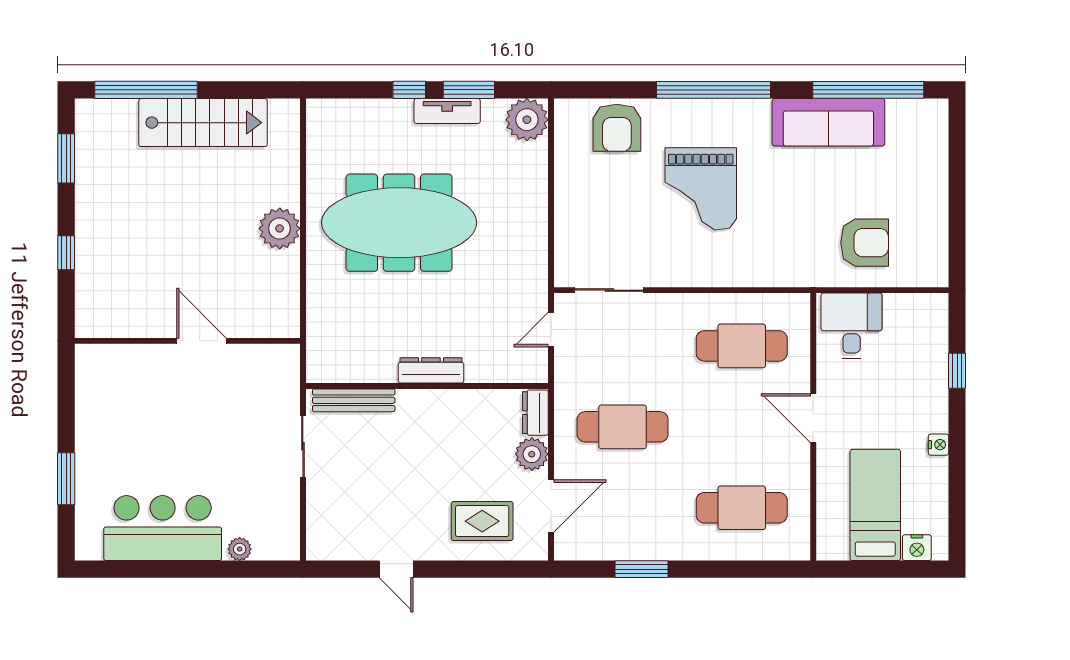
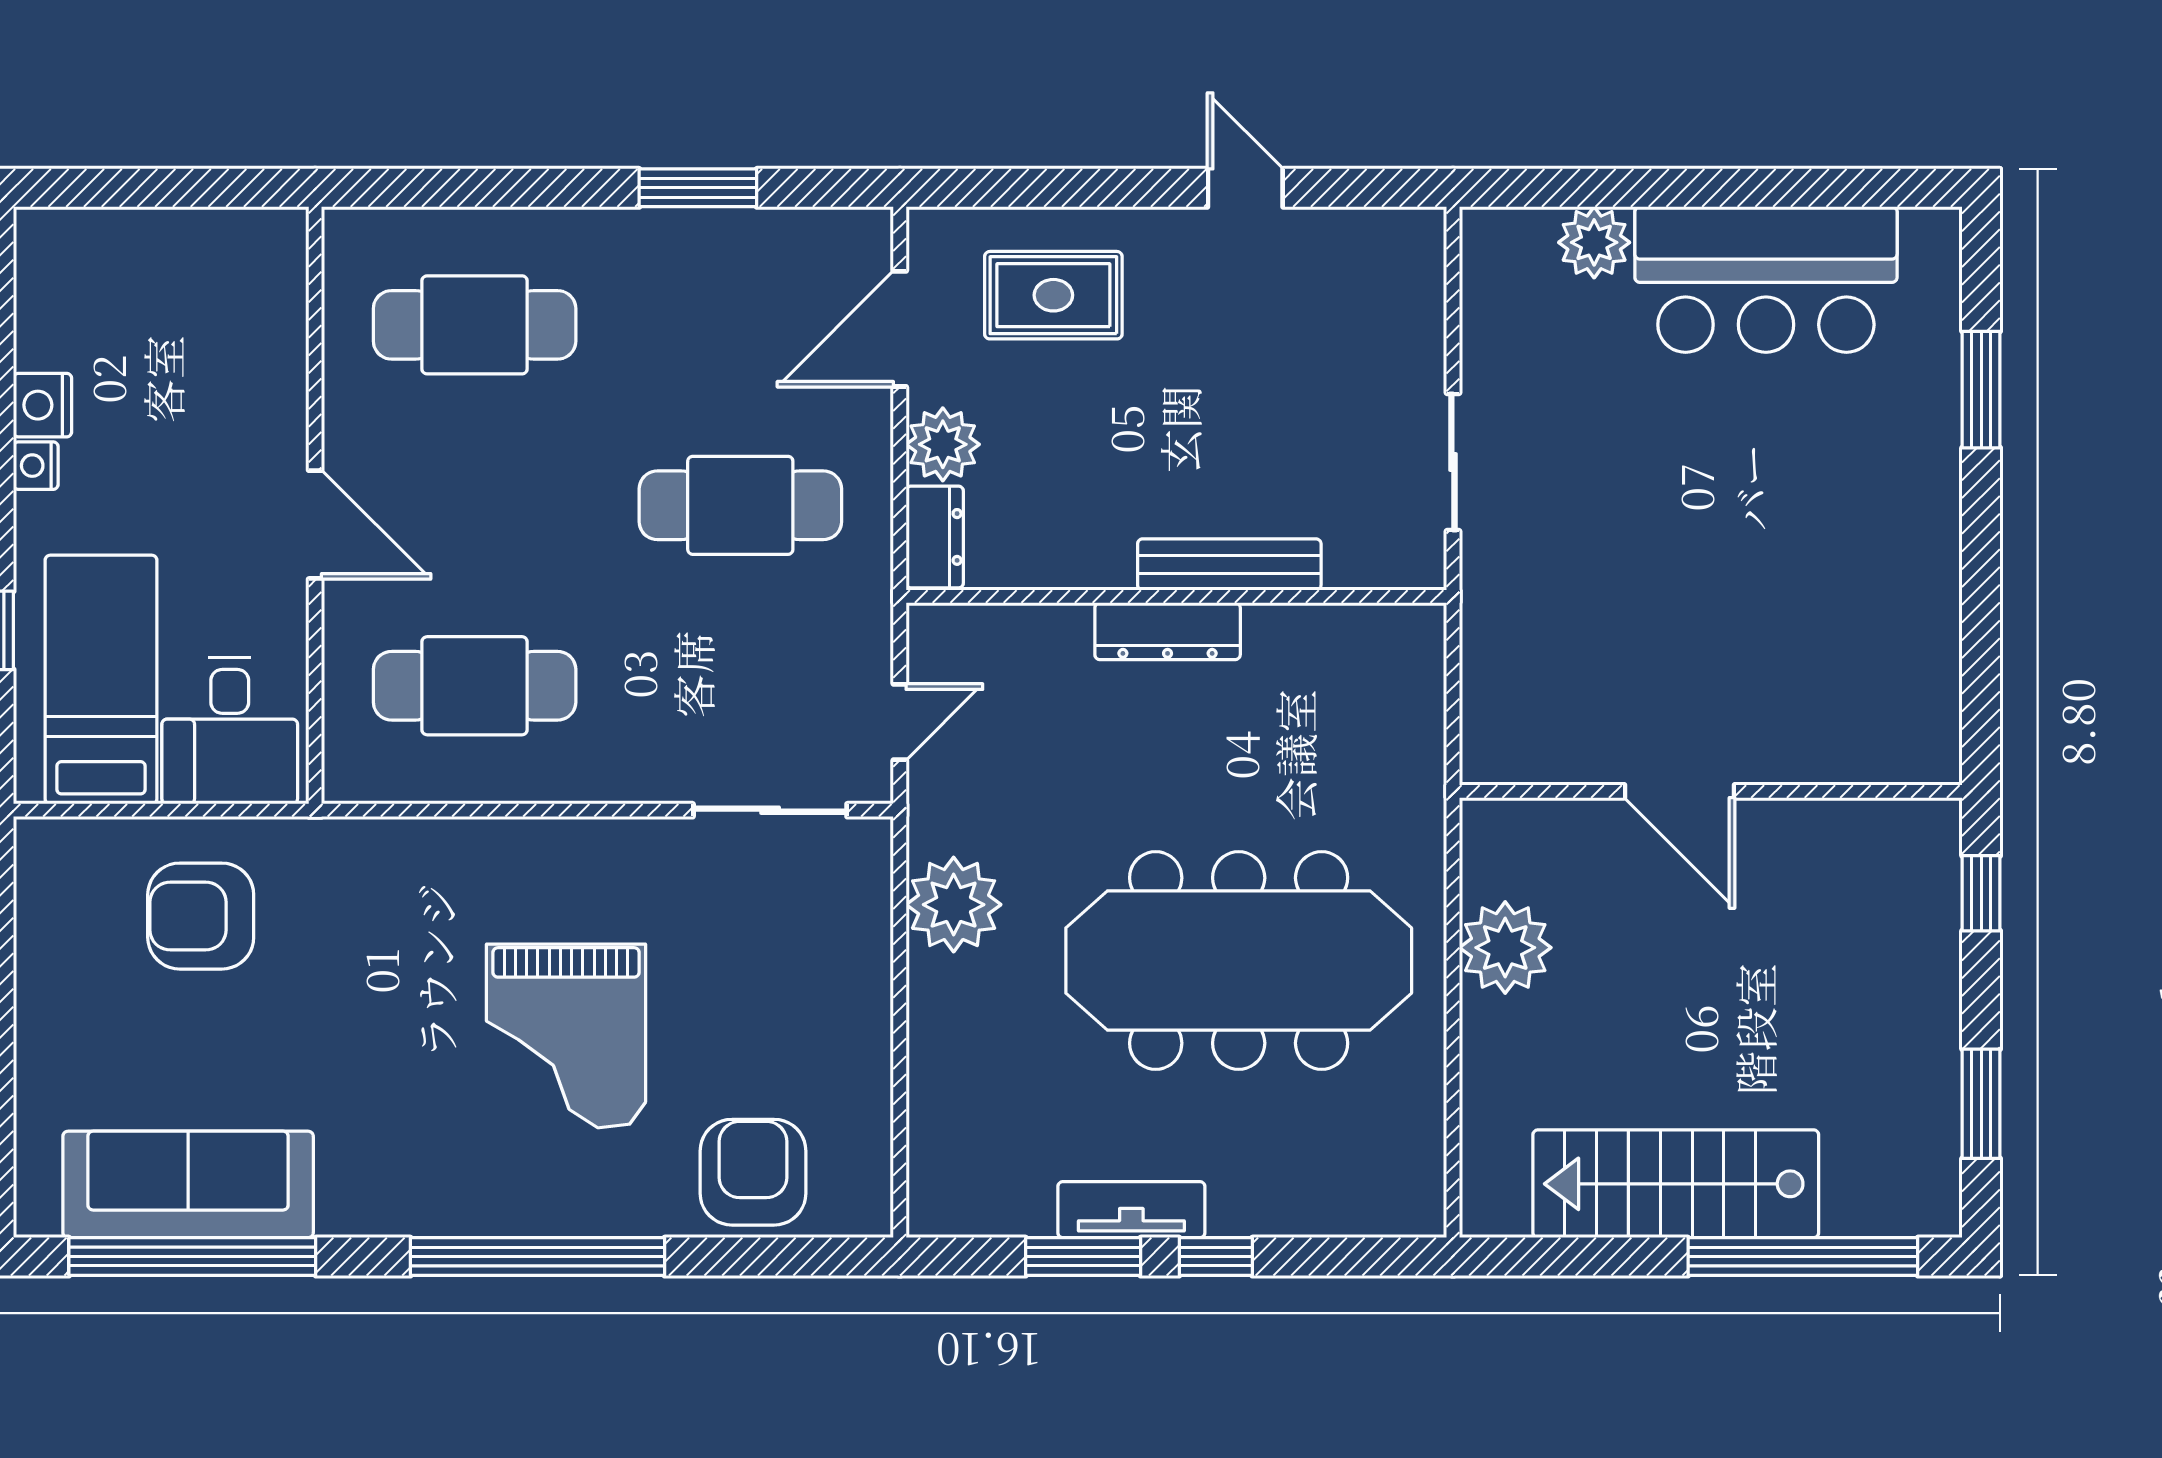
plant: (527, 120) -> (954, 905), moved
sofa: (828, 122) -> (188, 1184), moved
grand piano: (701, 189) -> (566, 1036), turned 180
wall: (187, 341) -> (1711, 791), moved
door: (201, 341) -> (1680, 791), moved
bench: (354, 400) -> (1229, 564), moved
bed: (875, 505) -> (101, 680), moved, turned 180
nightstand: (917, 548) -> (43, 405), moved, turned -90
plant: (240, 549) -> (1594, 242), width x1.38, depth x1.38

